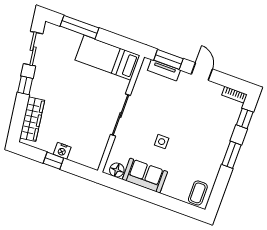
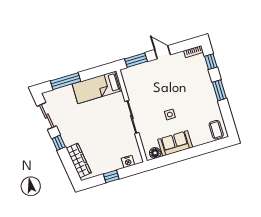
tv unit: (164, 70) -> (138, 69), removed
nightstand: (62, 151) -> (128, 162), moved

